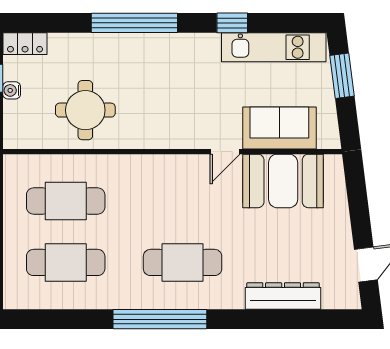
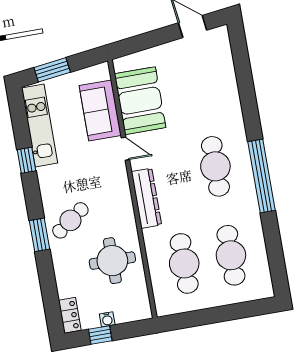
window: (134, 23) -> (39, 235), width x0.47
cafe table: (146, 66) -> (70, 220), added
dresser: (283, 296) -> (146, 198), moved, turned 180

